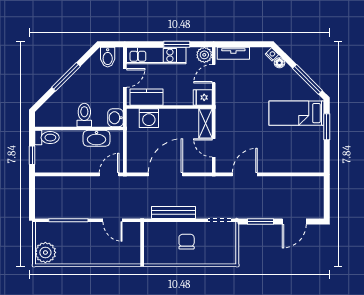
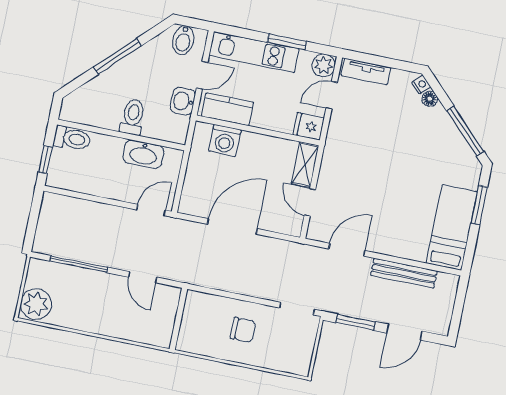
bed: (297, 113) -> (452, 227), moved, turned 90
washbasin: (116, 118) -> (183, 101), moved
bench: (173, 212) -> (404, 273), moved
chair: (187, 242) -> (243, 330), turned 90

